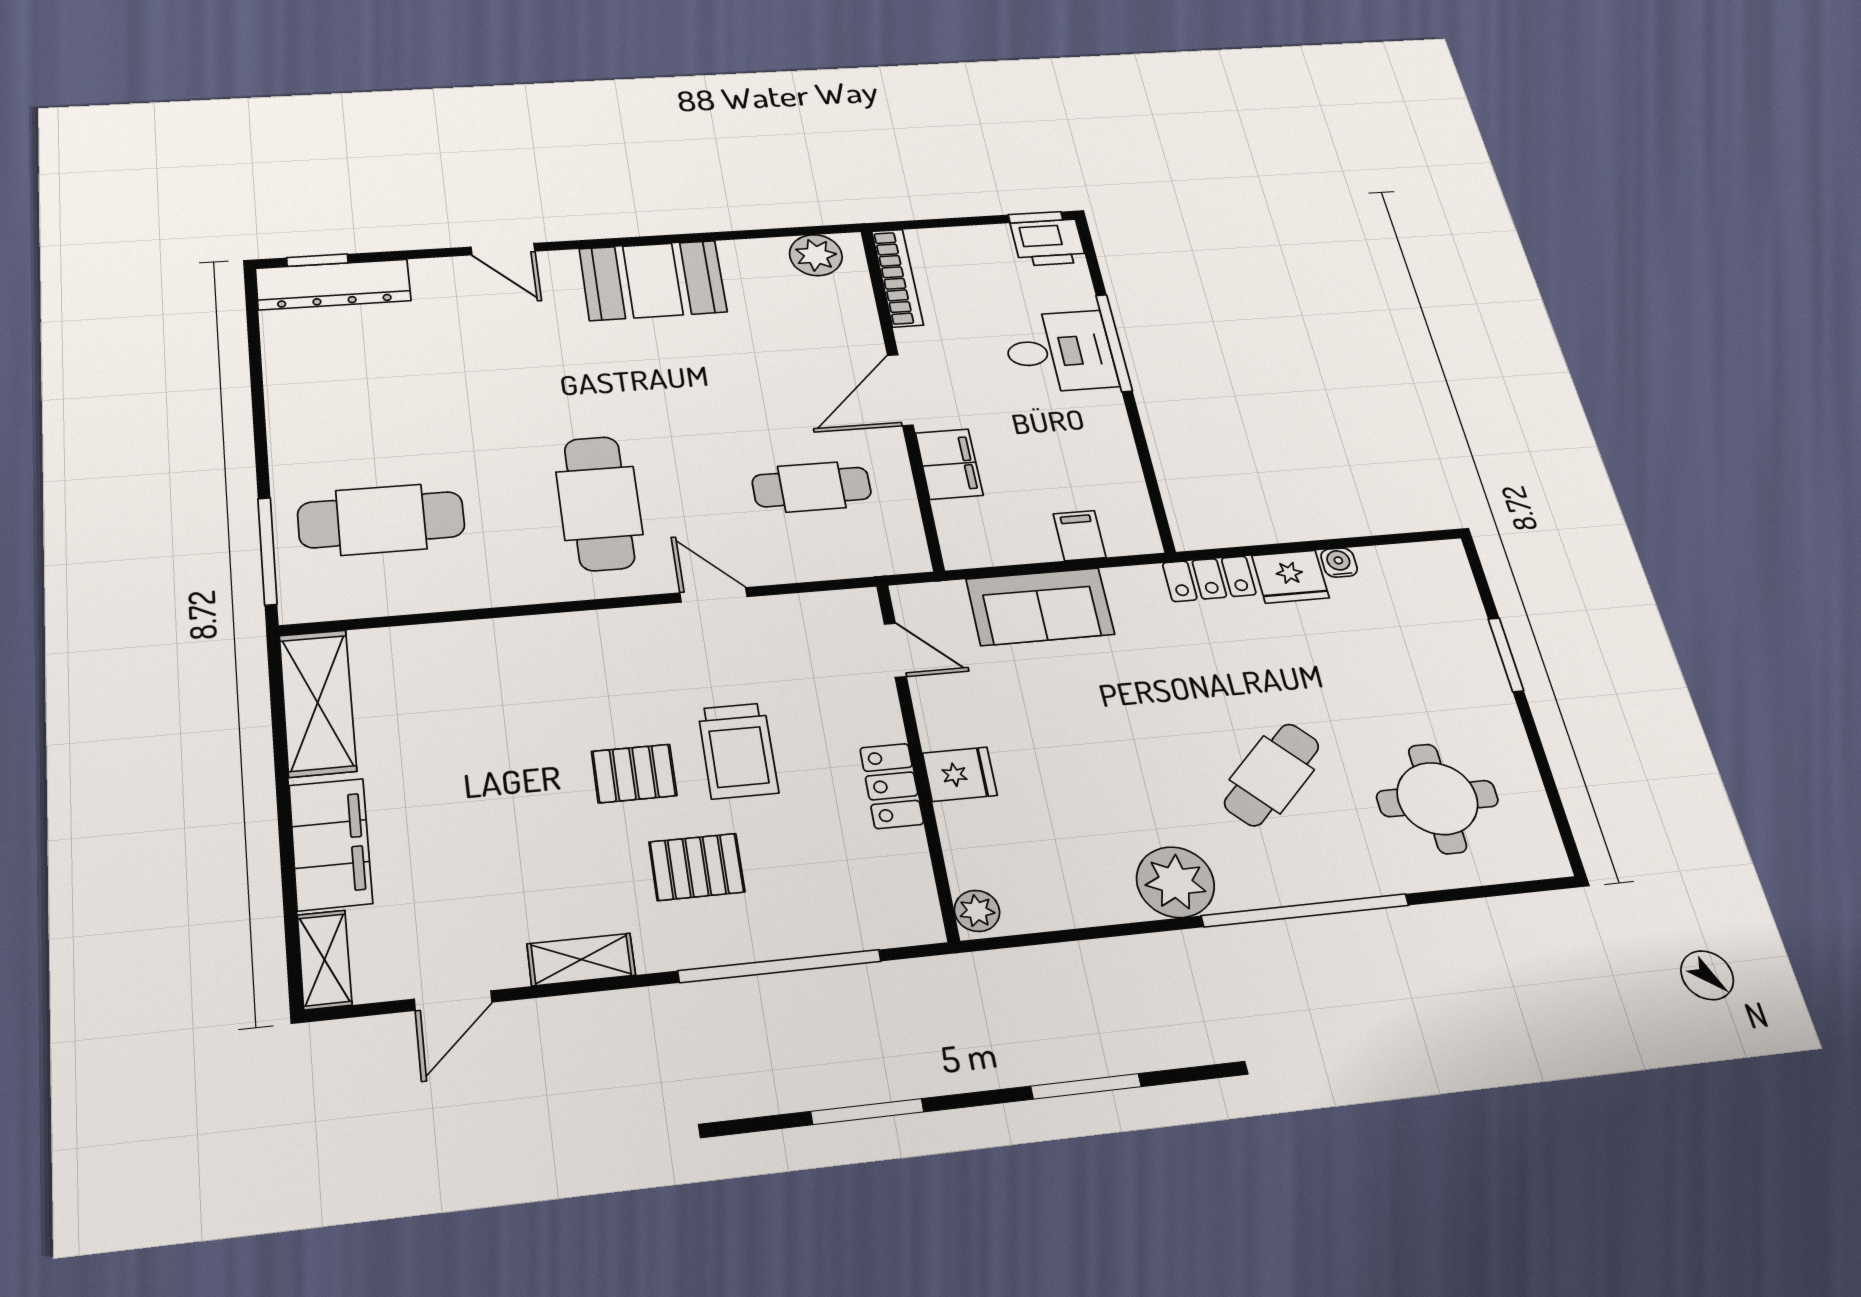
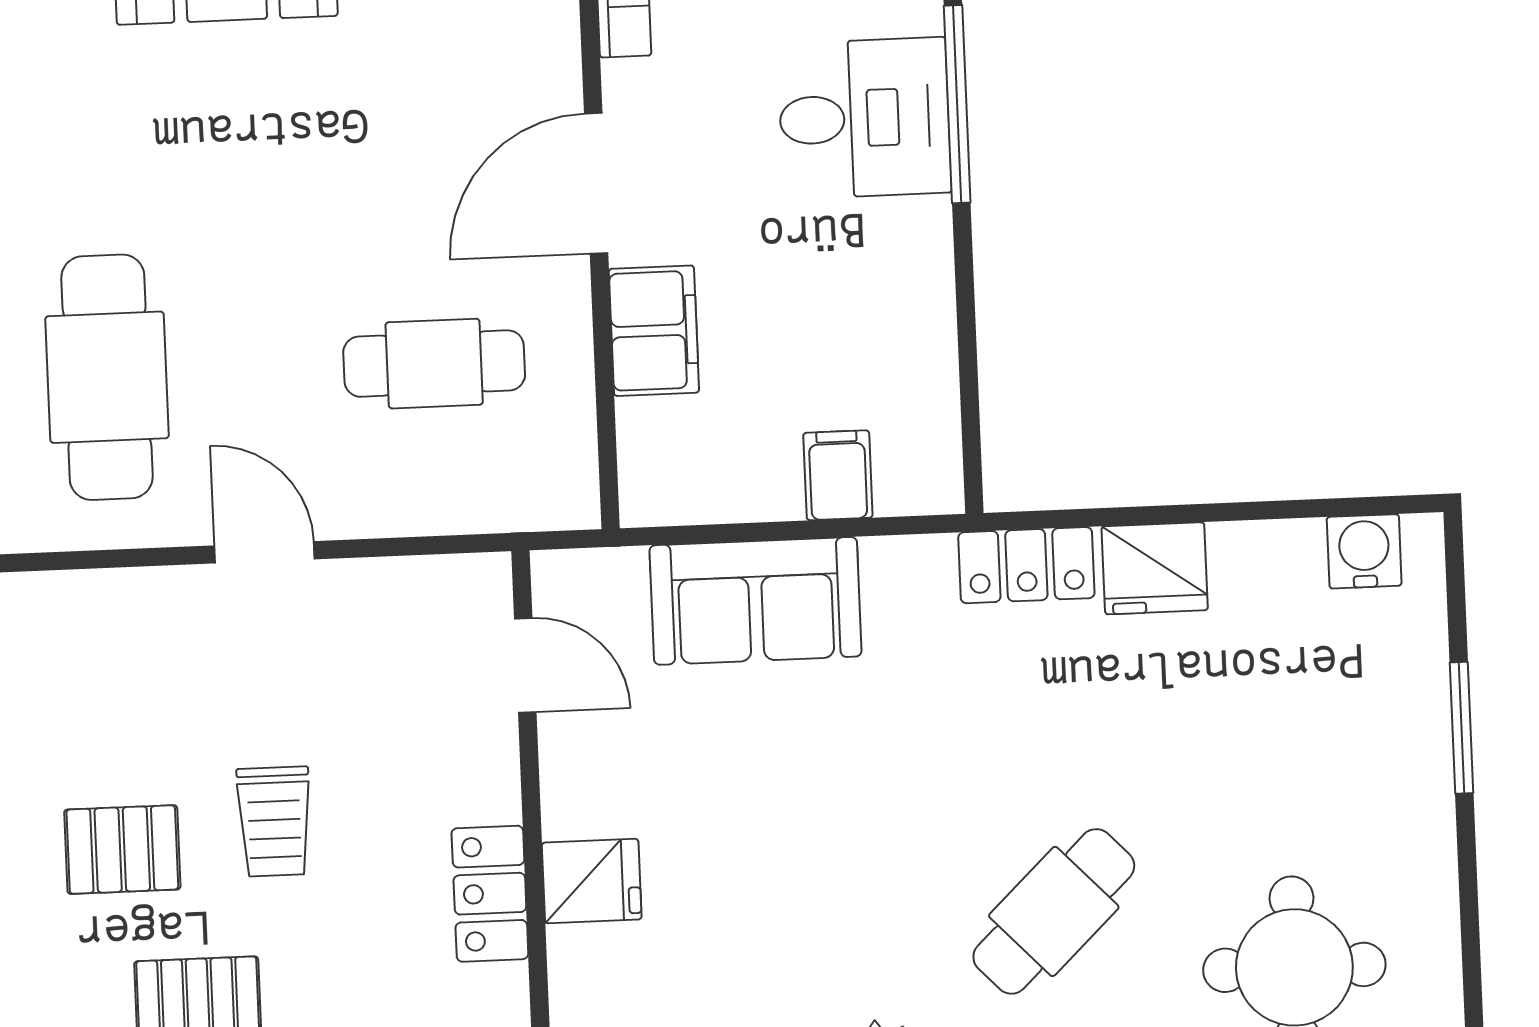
water cooler: (1339, 563) -> (1364, 551), moved, width x1.38, depth x1.38
trolley: (738, 751) -> (274, 822), width x0.73, depth x0.72

